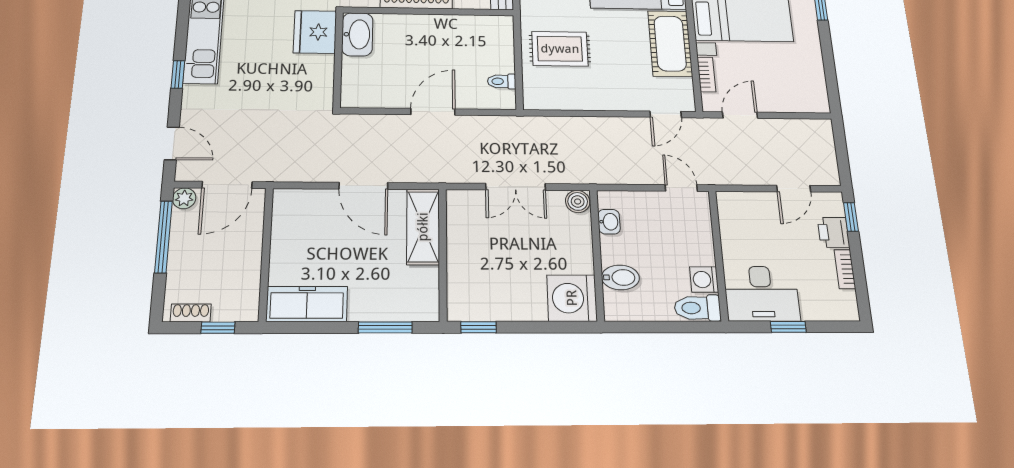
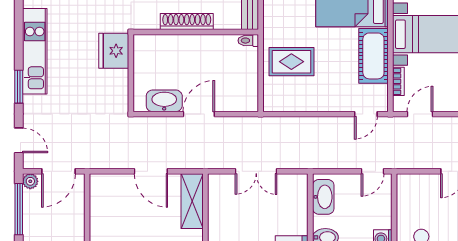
washbasin: (357, 34) -> (164, 101), moved, turned -90
window: (178, 74) -> (19, 87), width x1.50
toilet: (502, 81) -> (248, 41), moved
door: (681, 188) -> (372, 171), swing flipped
boiler: (578, 201) -> (299, 182), removed
washbasin: (609, 222) -> (323, 197), width x1.91, depth x1.45

